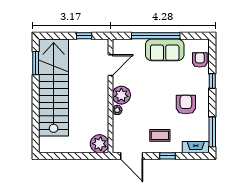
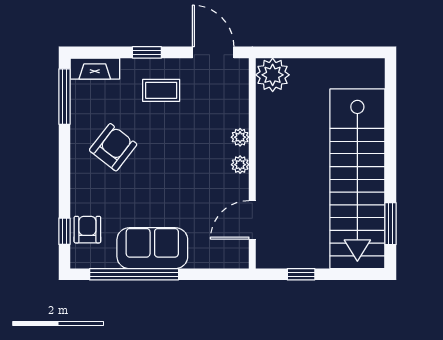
window: (156, 36) -> (134, 274), moved
armchair: (200, 60) -> (87, 230), turned 180
window: (212, 81) -> (64, 231), moved
plant: (121, 95) -> (240, 165), width x0.53, depth x0.53
armchair: (186, 105) -> (113, 147), turned -142

